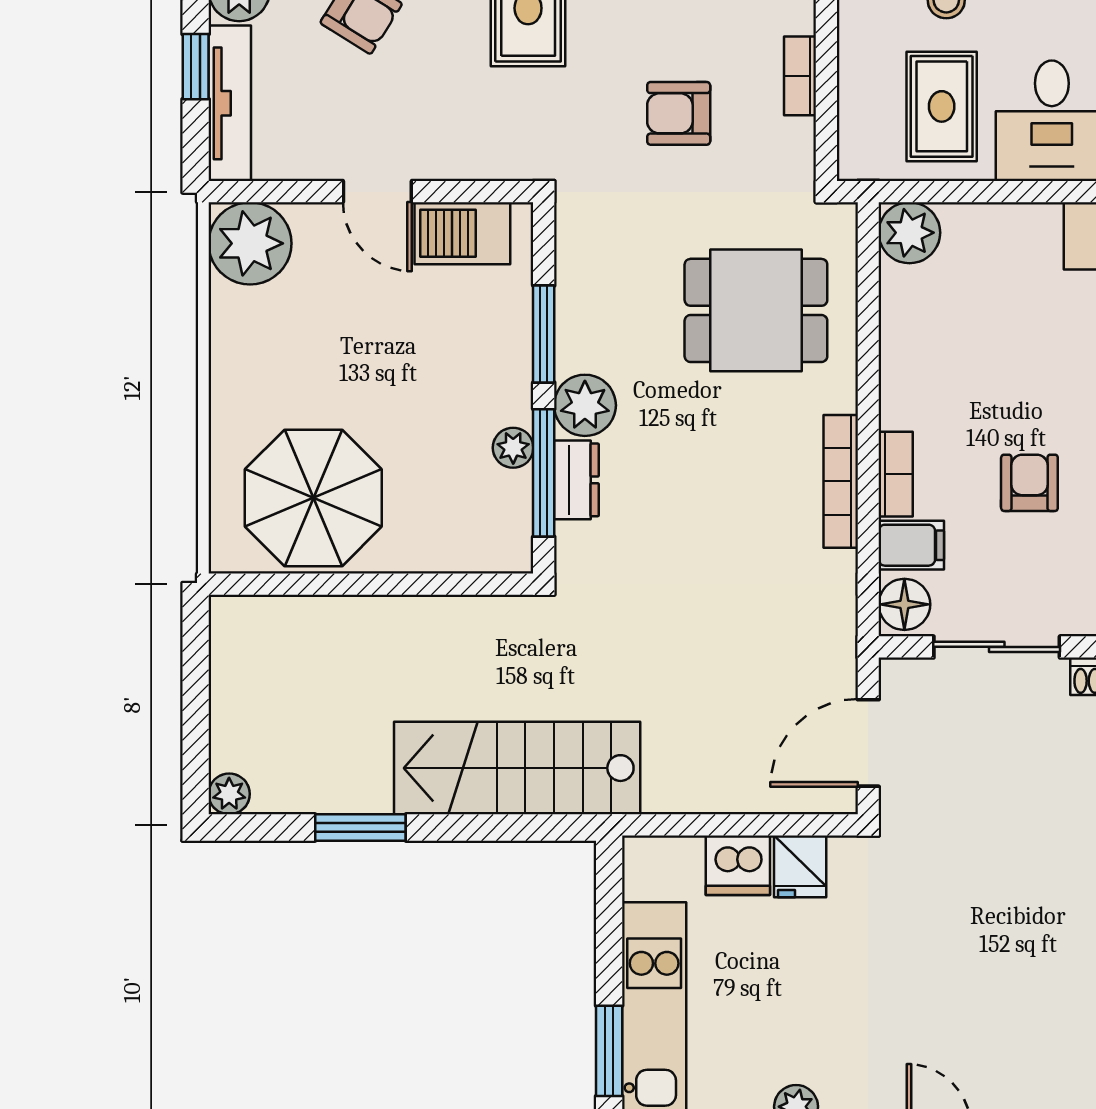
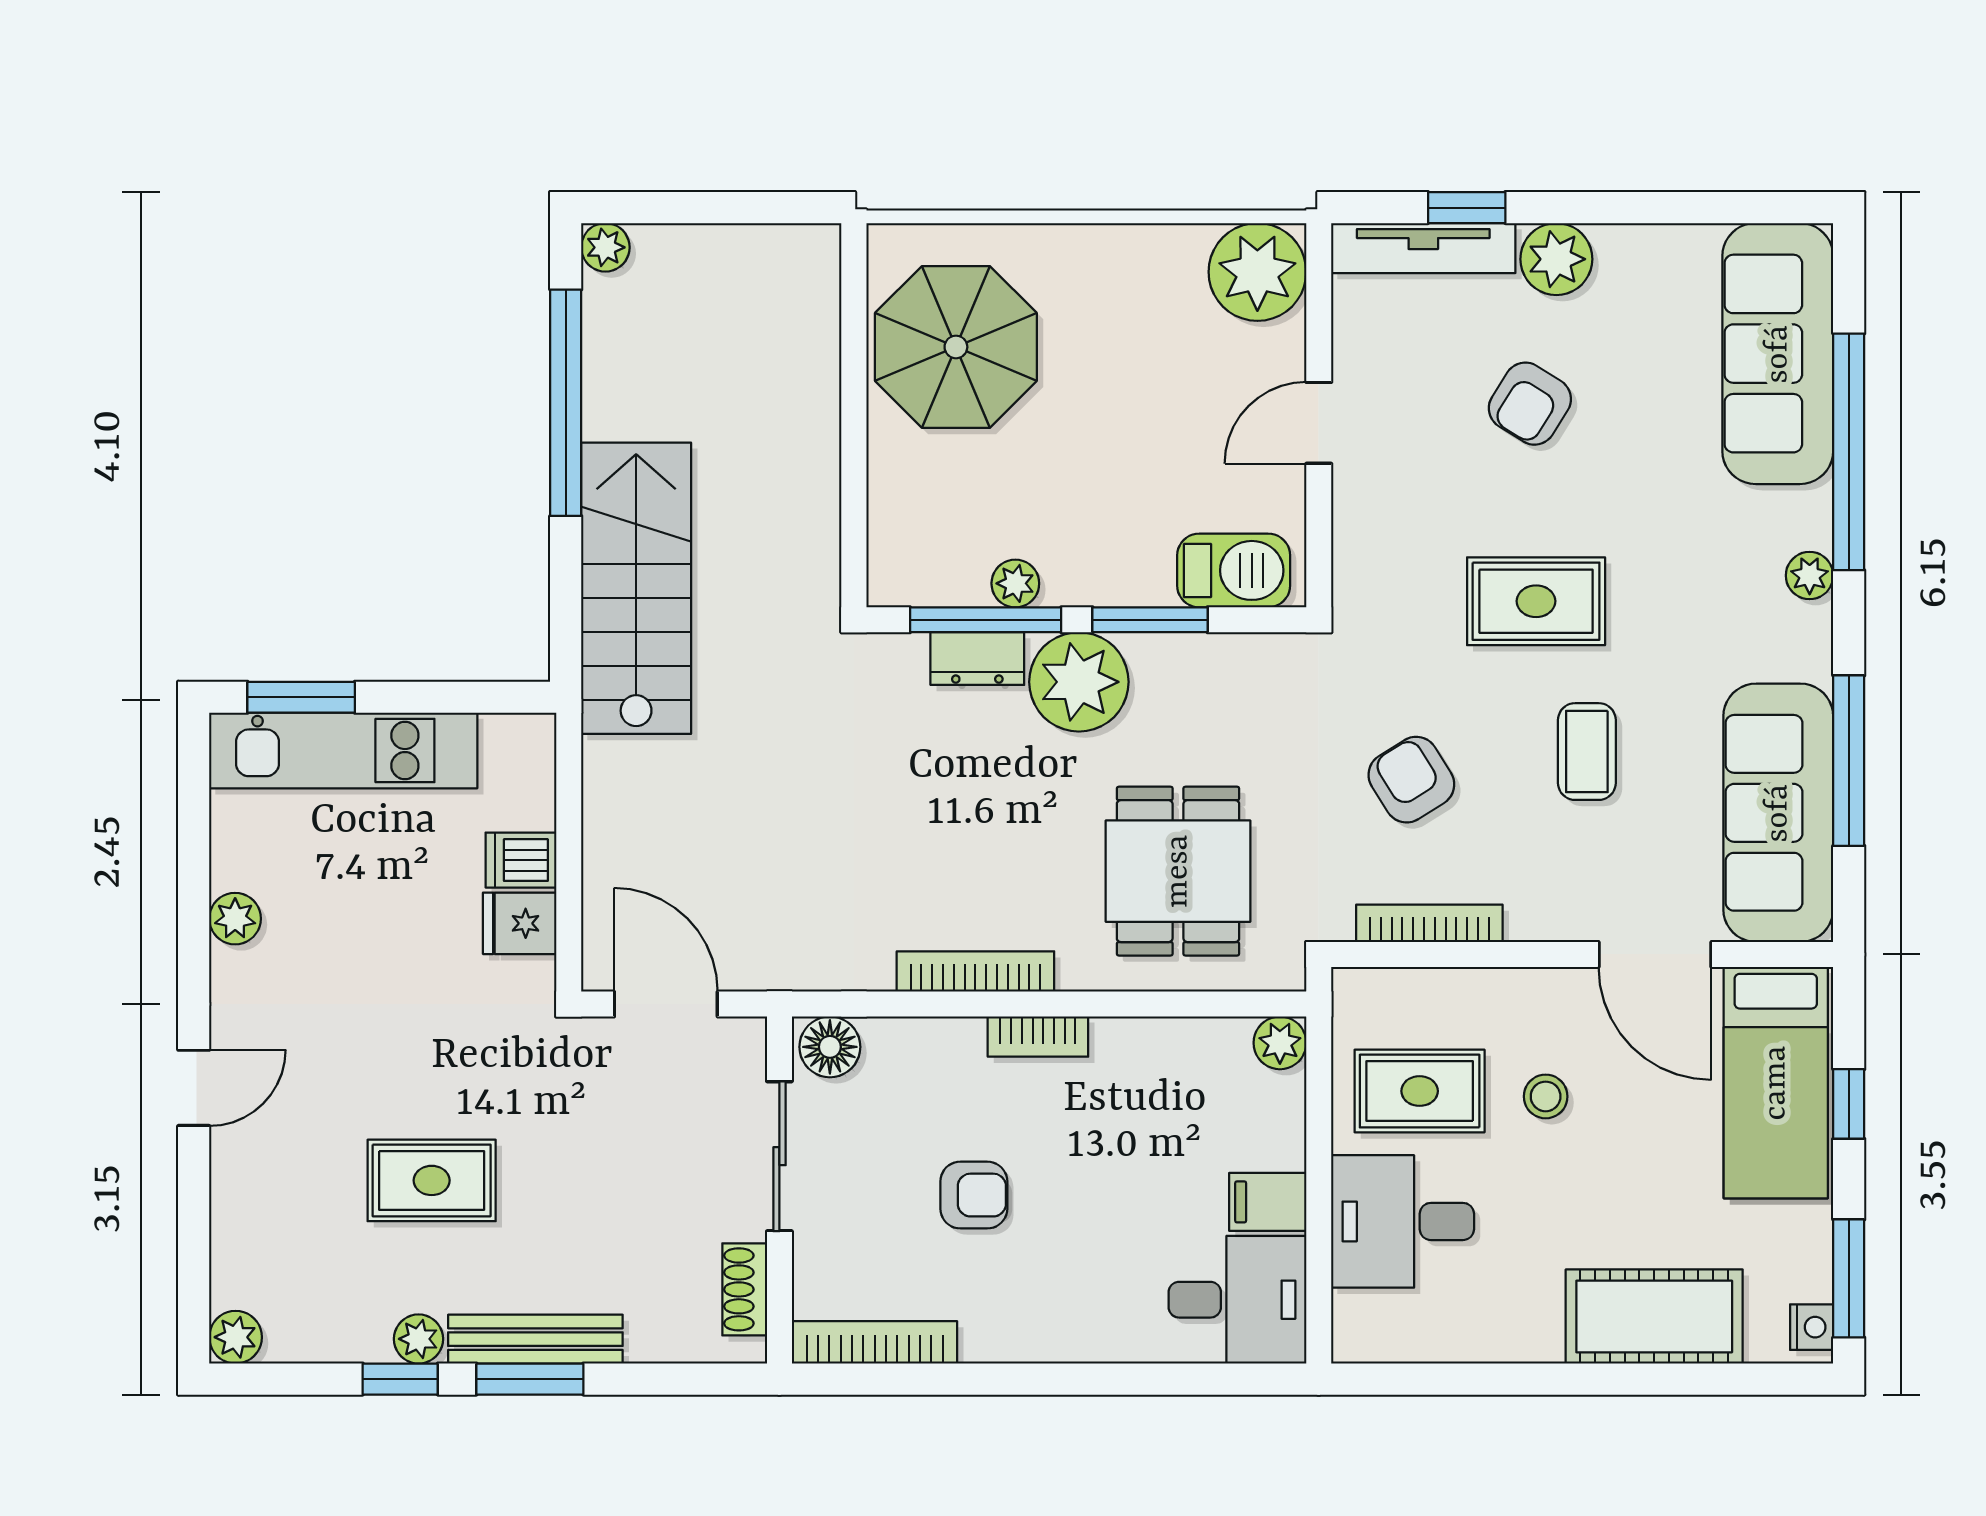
bookcase: (800, 76) -> (1429, 923), width x1.56
armchair: (679, 113) -> (1411, 780), turned -32
barbecue: (462, 233) -> (1234, 570), moved, turned 90
plant: (909, 233) -> (1280, 1043), width x0.73, depth x0.73
plant: (585, 405) -> (1079, 682), width x1.36, depth x1.36
bookcase: (896, 474) -> (1038, 1037), moved
filing cabinet: (911, 545) -> (1268, 1202), moved, turned 90
window: (360, 828) -> (566, 403), width x2.11
dishwasher: (738, 865) -> (521, 860), width x0.73
rug: (1017, 941) -> (432, 1180), added

